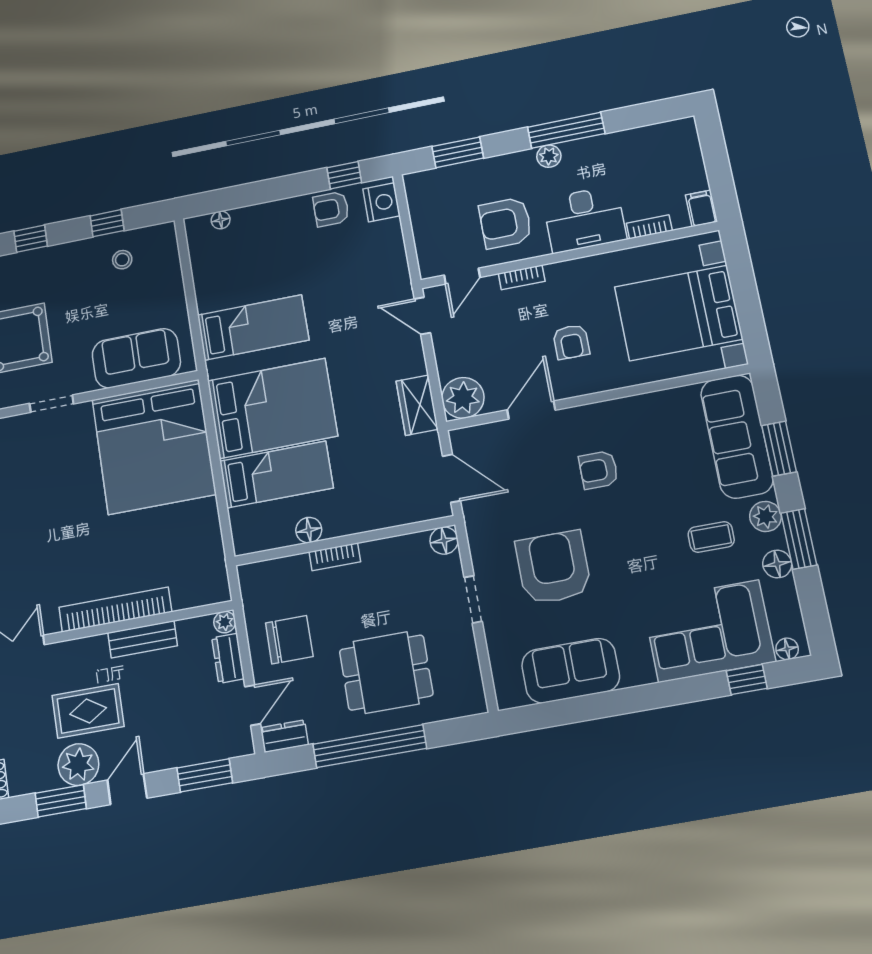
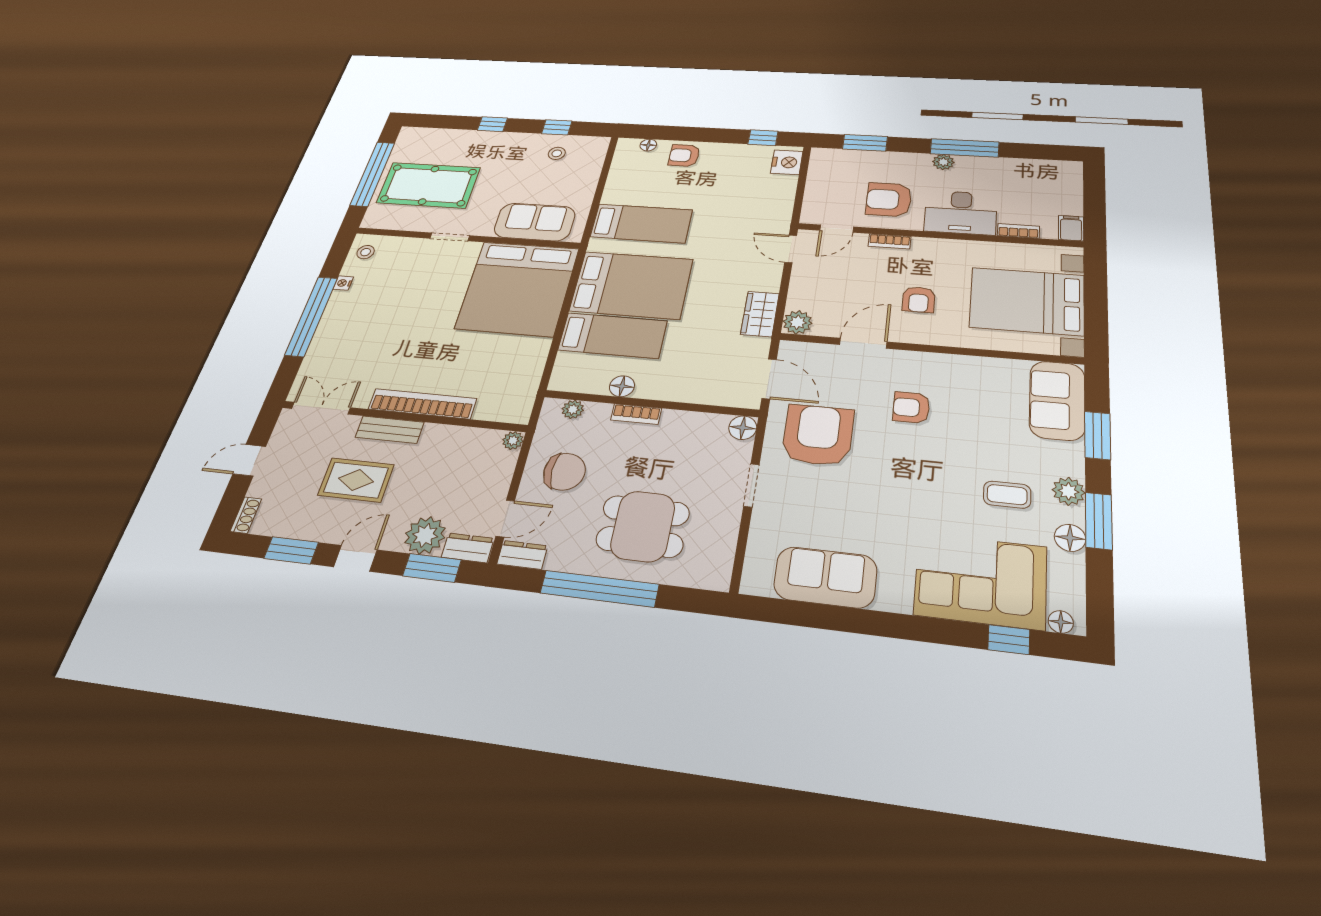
armchair: (331, 209) -> (684, 155), moved
plant: (463, 398) -> (797, 322), width x0.73, depth x0.73
sofa: (737, 436) -> (1057, 400), width x0.73
armchair: (553, 568) -> (818, 435), moved
plant: (270, 570) -> (573, 409), added
bench: (143, 639) -> (390, 430), moved
dresser: (228, 658) -> (468, 548), moved, turned 90
plant: (78, 765) -> (425, 535), moved

